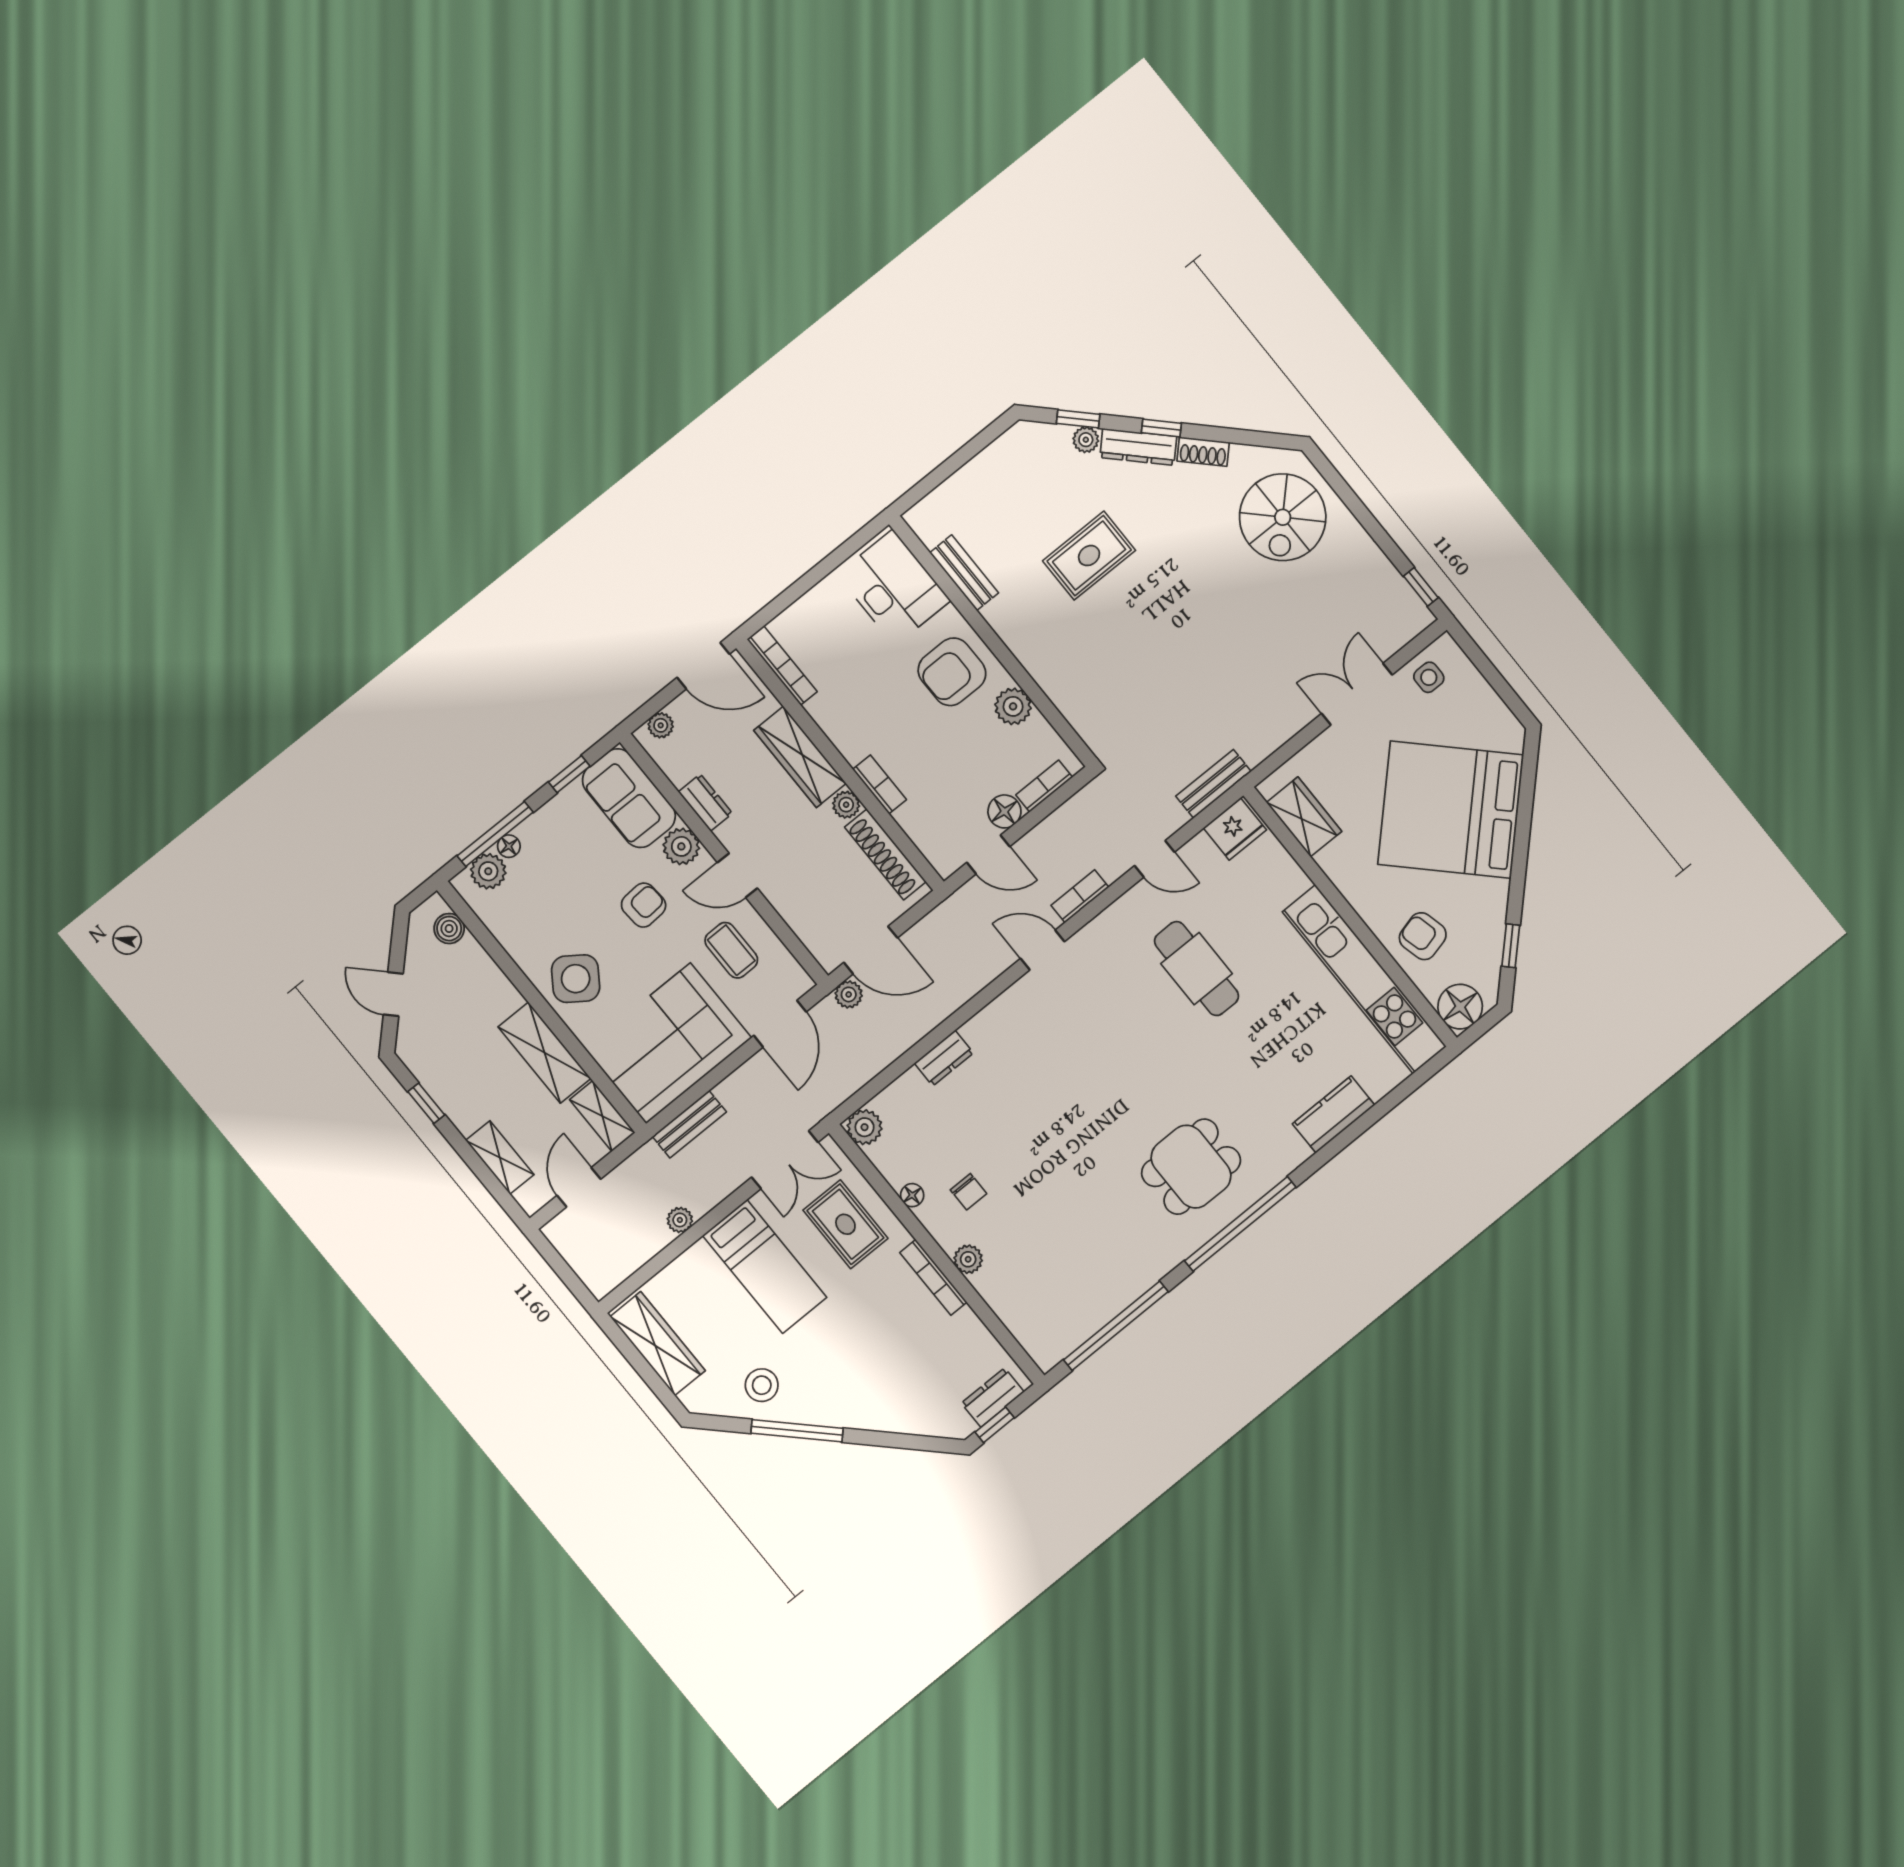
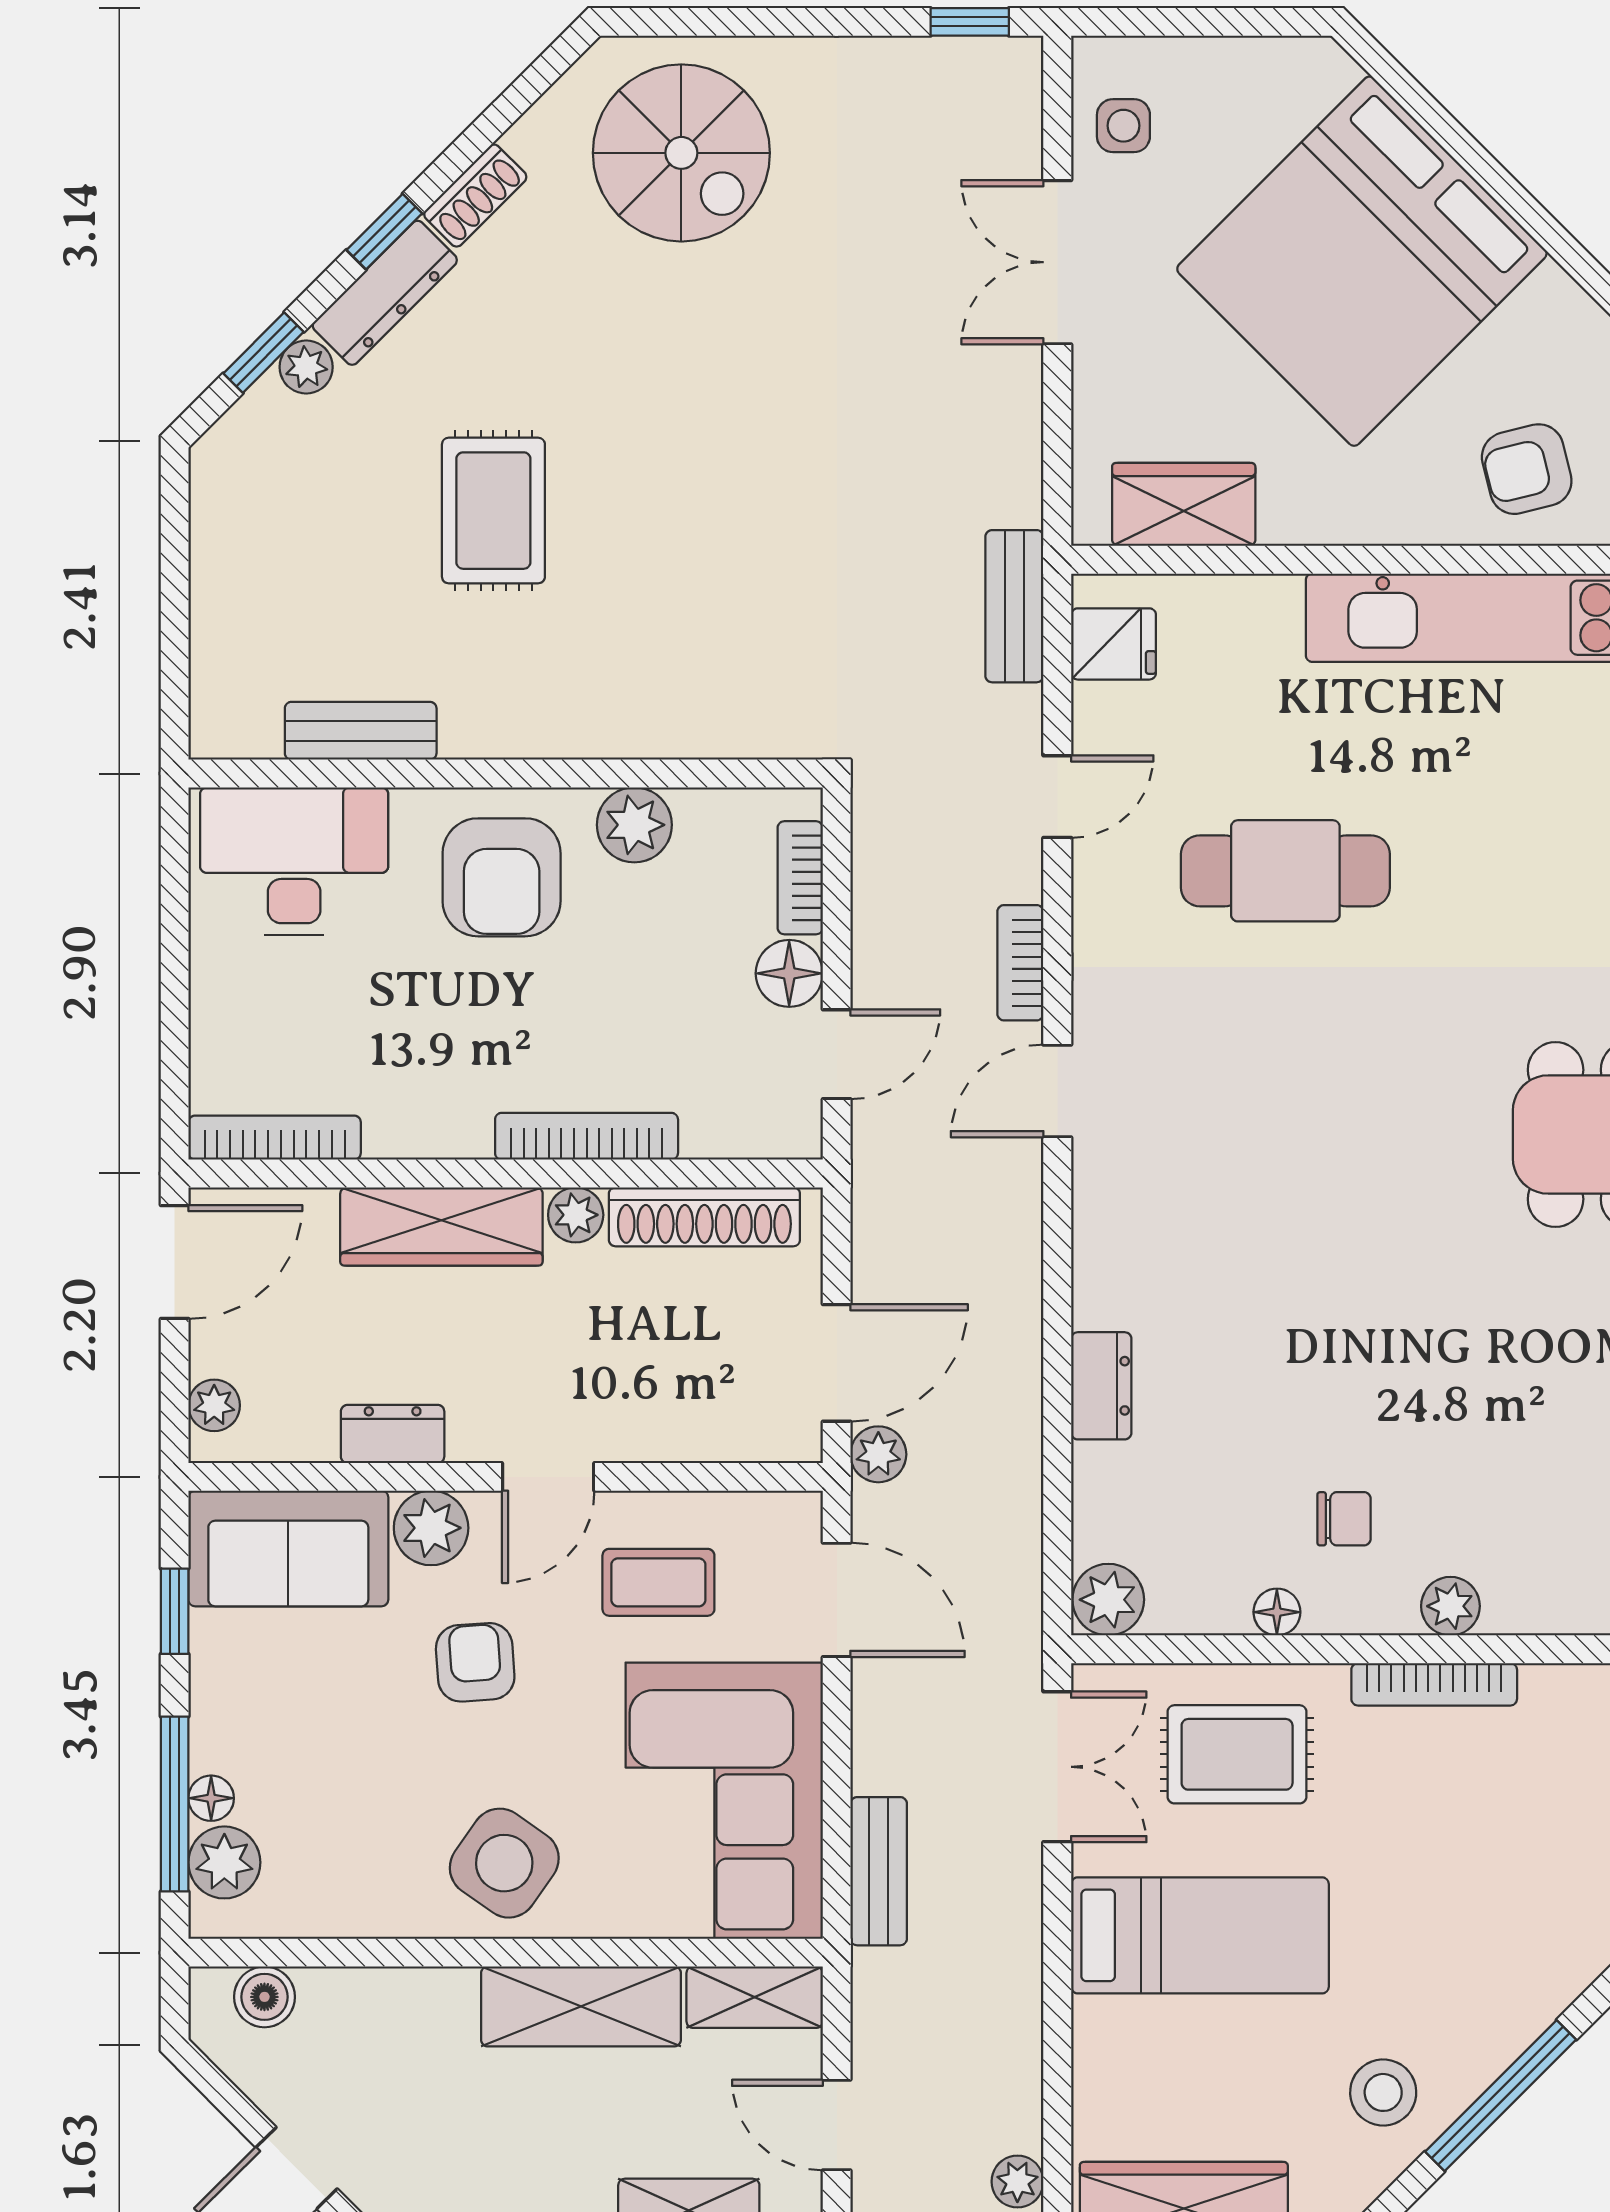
bookcase: (879, 784) -> (587, 1136), width x1.56
fridge: (1235, 829) -> (1114, 644), width x0.72
plant: (680, 1220) -> (1017, 2182), moved

